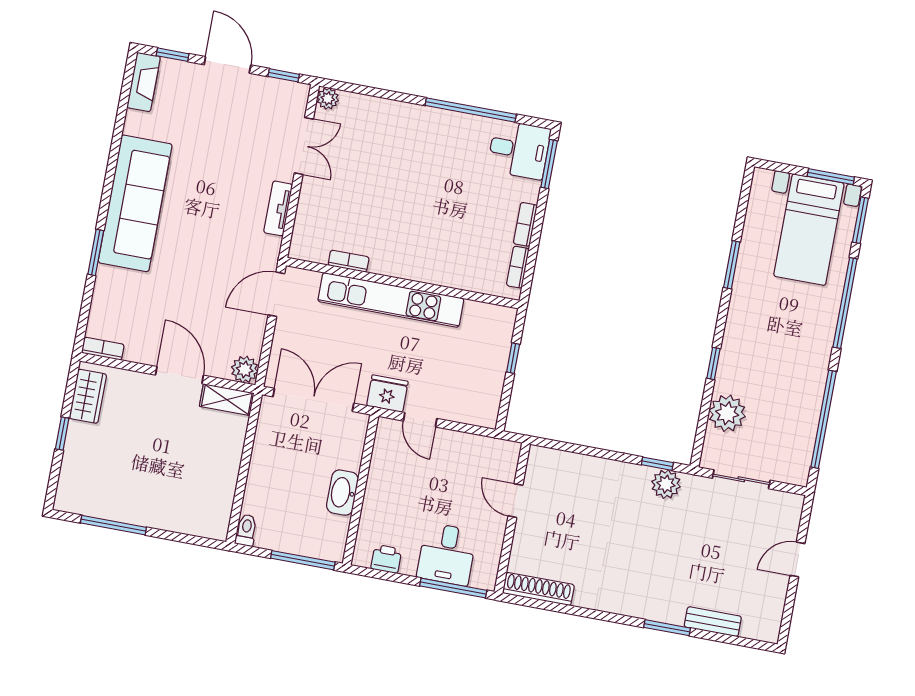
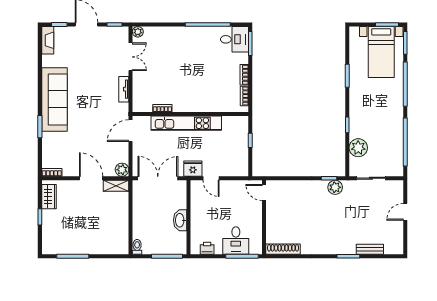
door: (515, 501) -> (264, 193), moved

